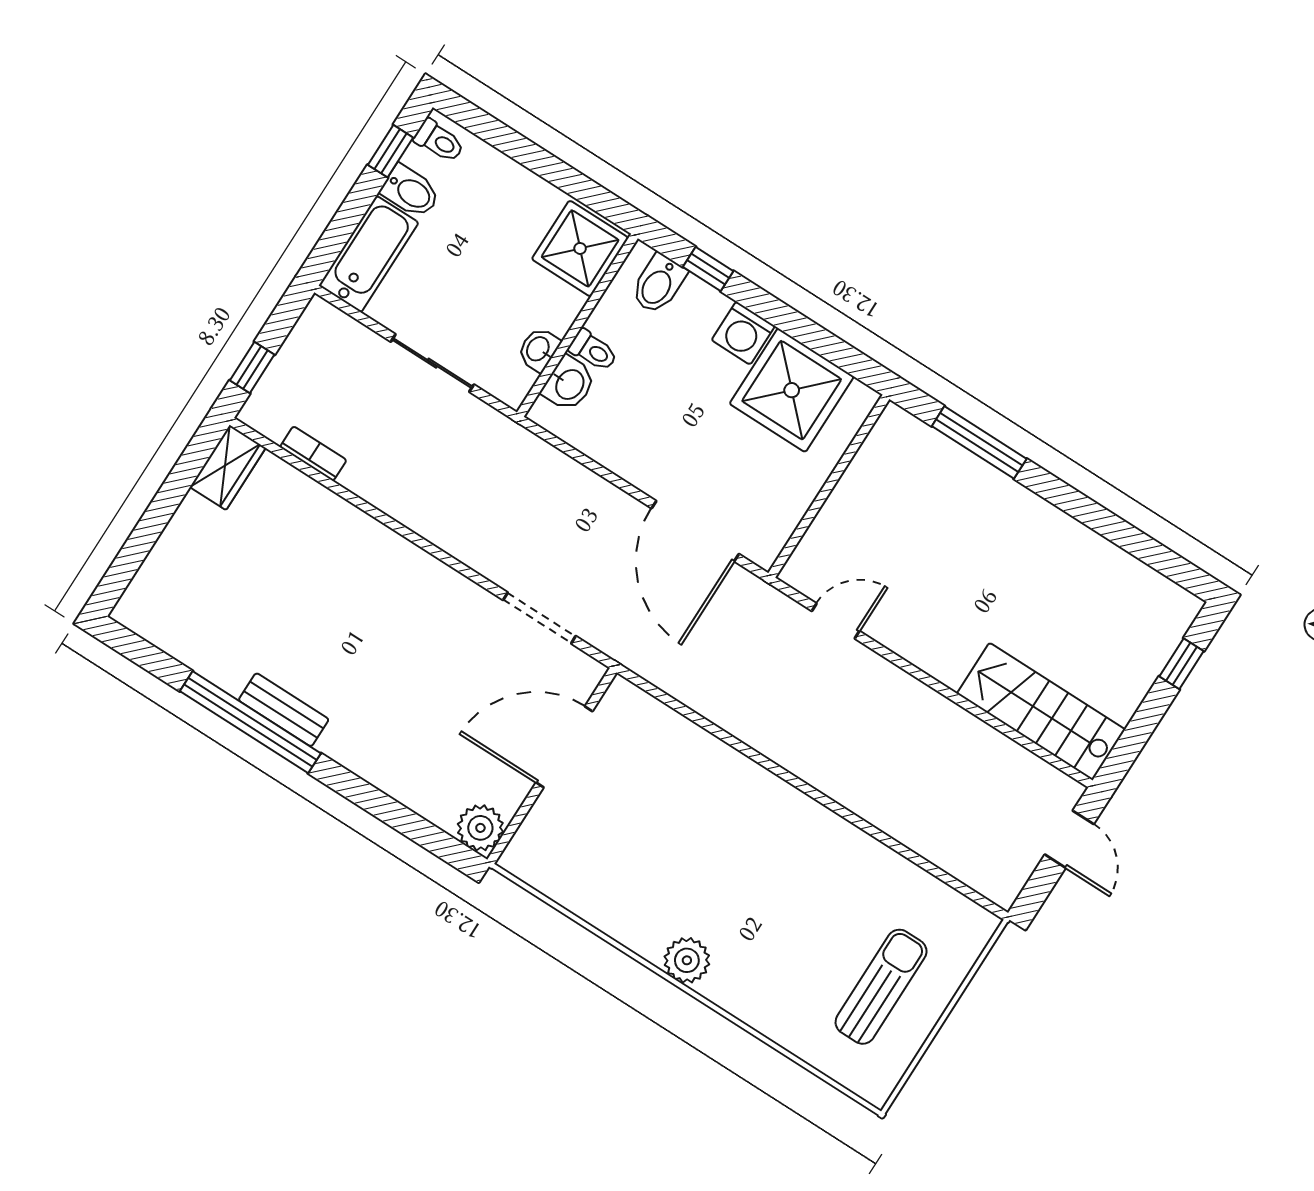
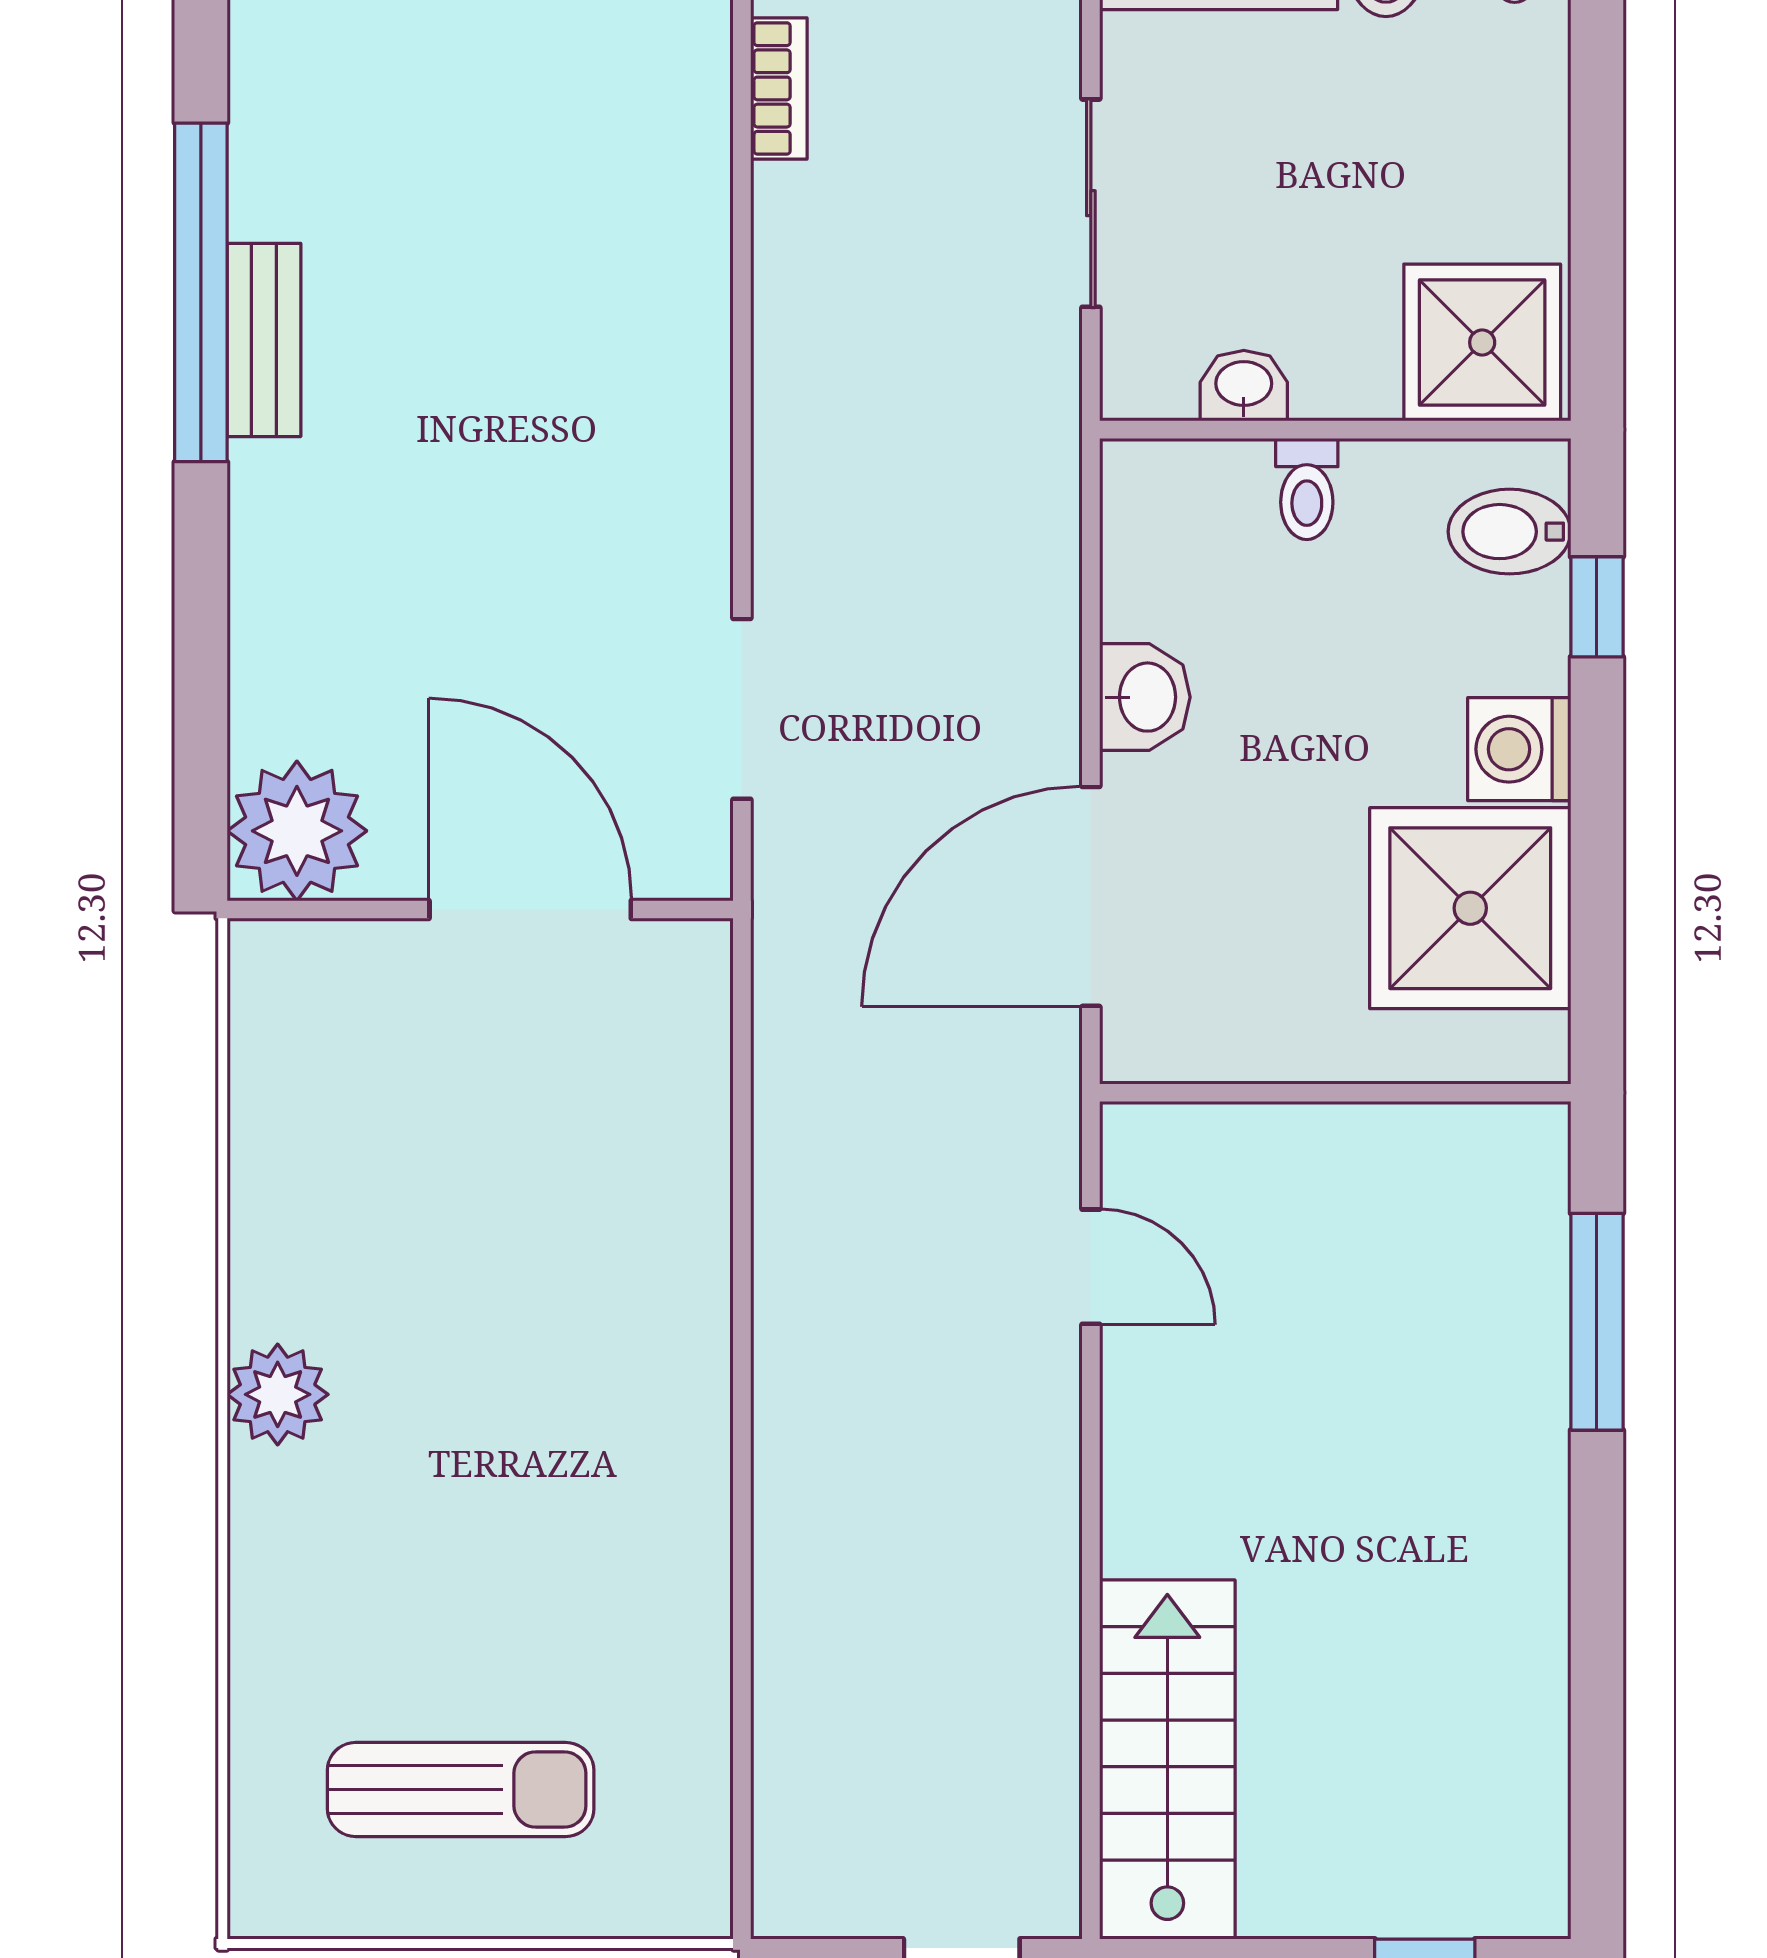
washbasin: (569, 384) -> (1145, 697), moved, turned -90
plant: (480, 828) -> (297, 831), width x1.36, depth x1.36

